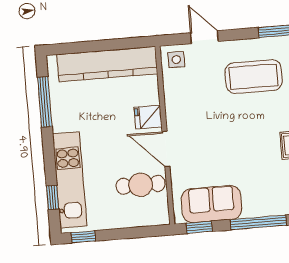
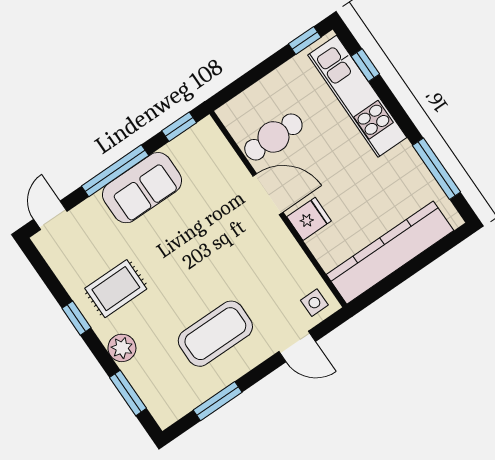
sofa: (211, 204) -> (142, 188), moved

